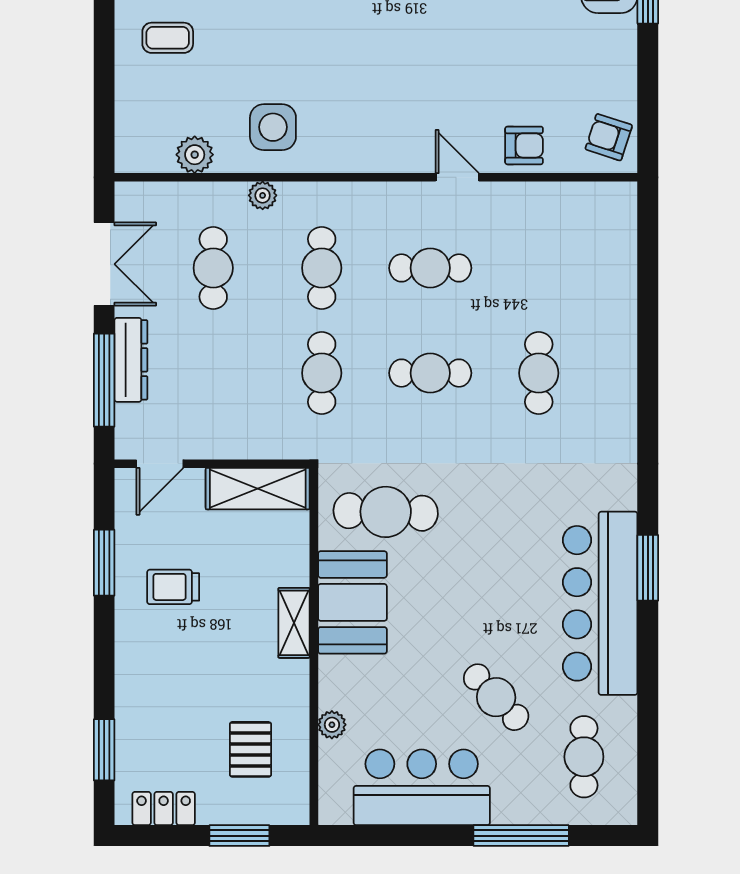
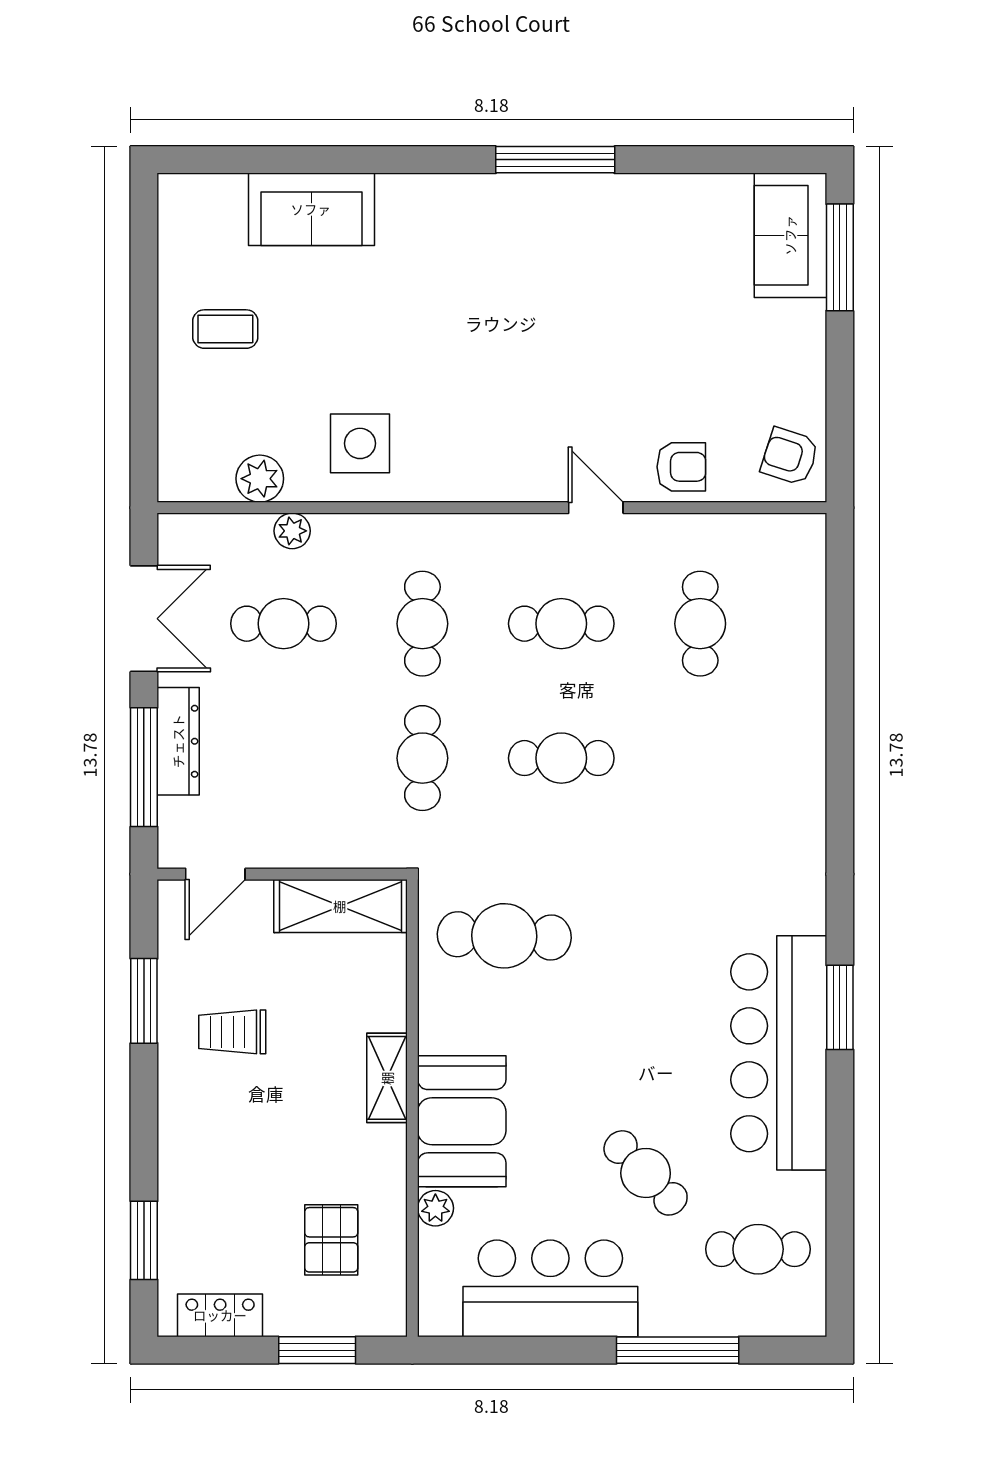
plant: (263, 195) -> (292, 531), moved
cafe table: (213, 268) -> (284, 624), turned 90
cafe table: (539, 373) -> (700, 624), moved
booth: (352, 602) -> (462, 1121), moved
cafe table: (584, 757) -> (758, 1249), turned 90

